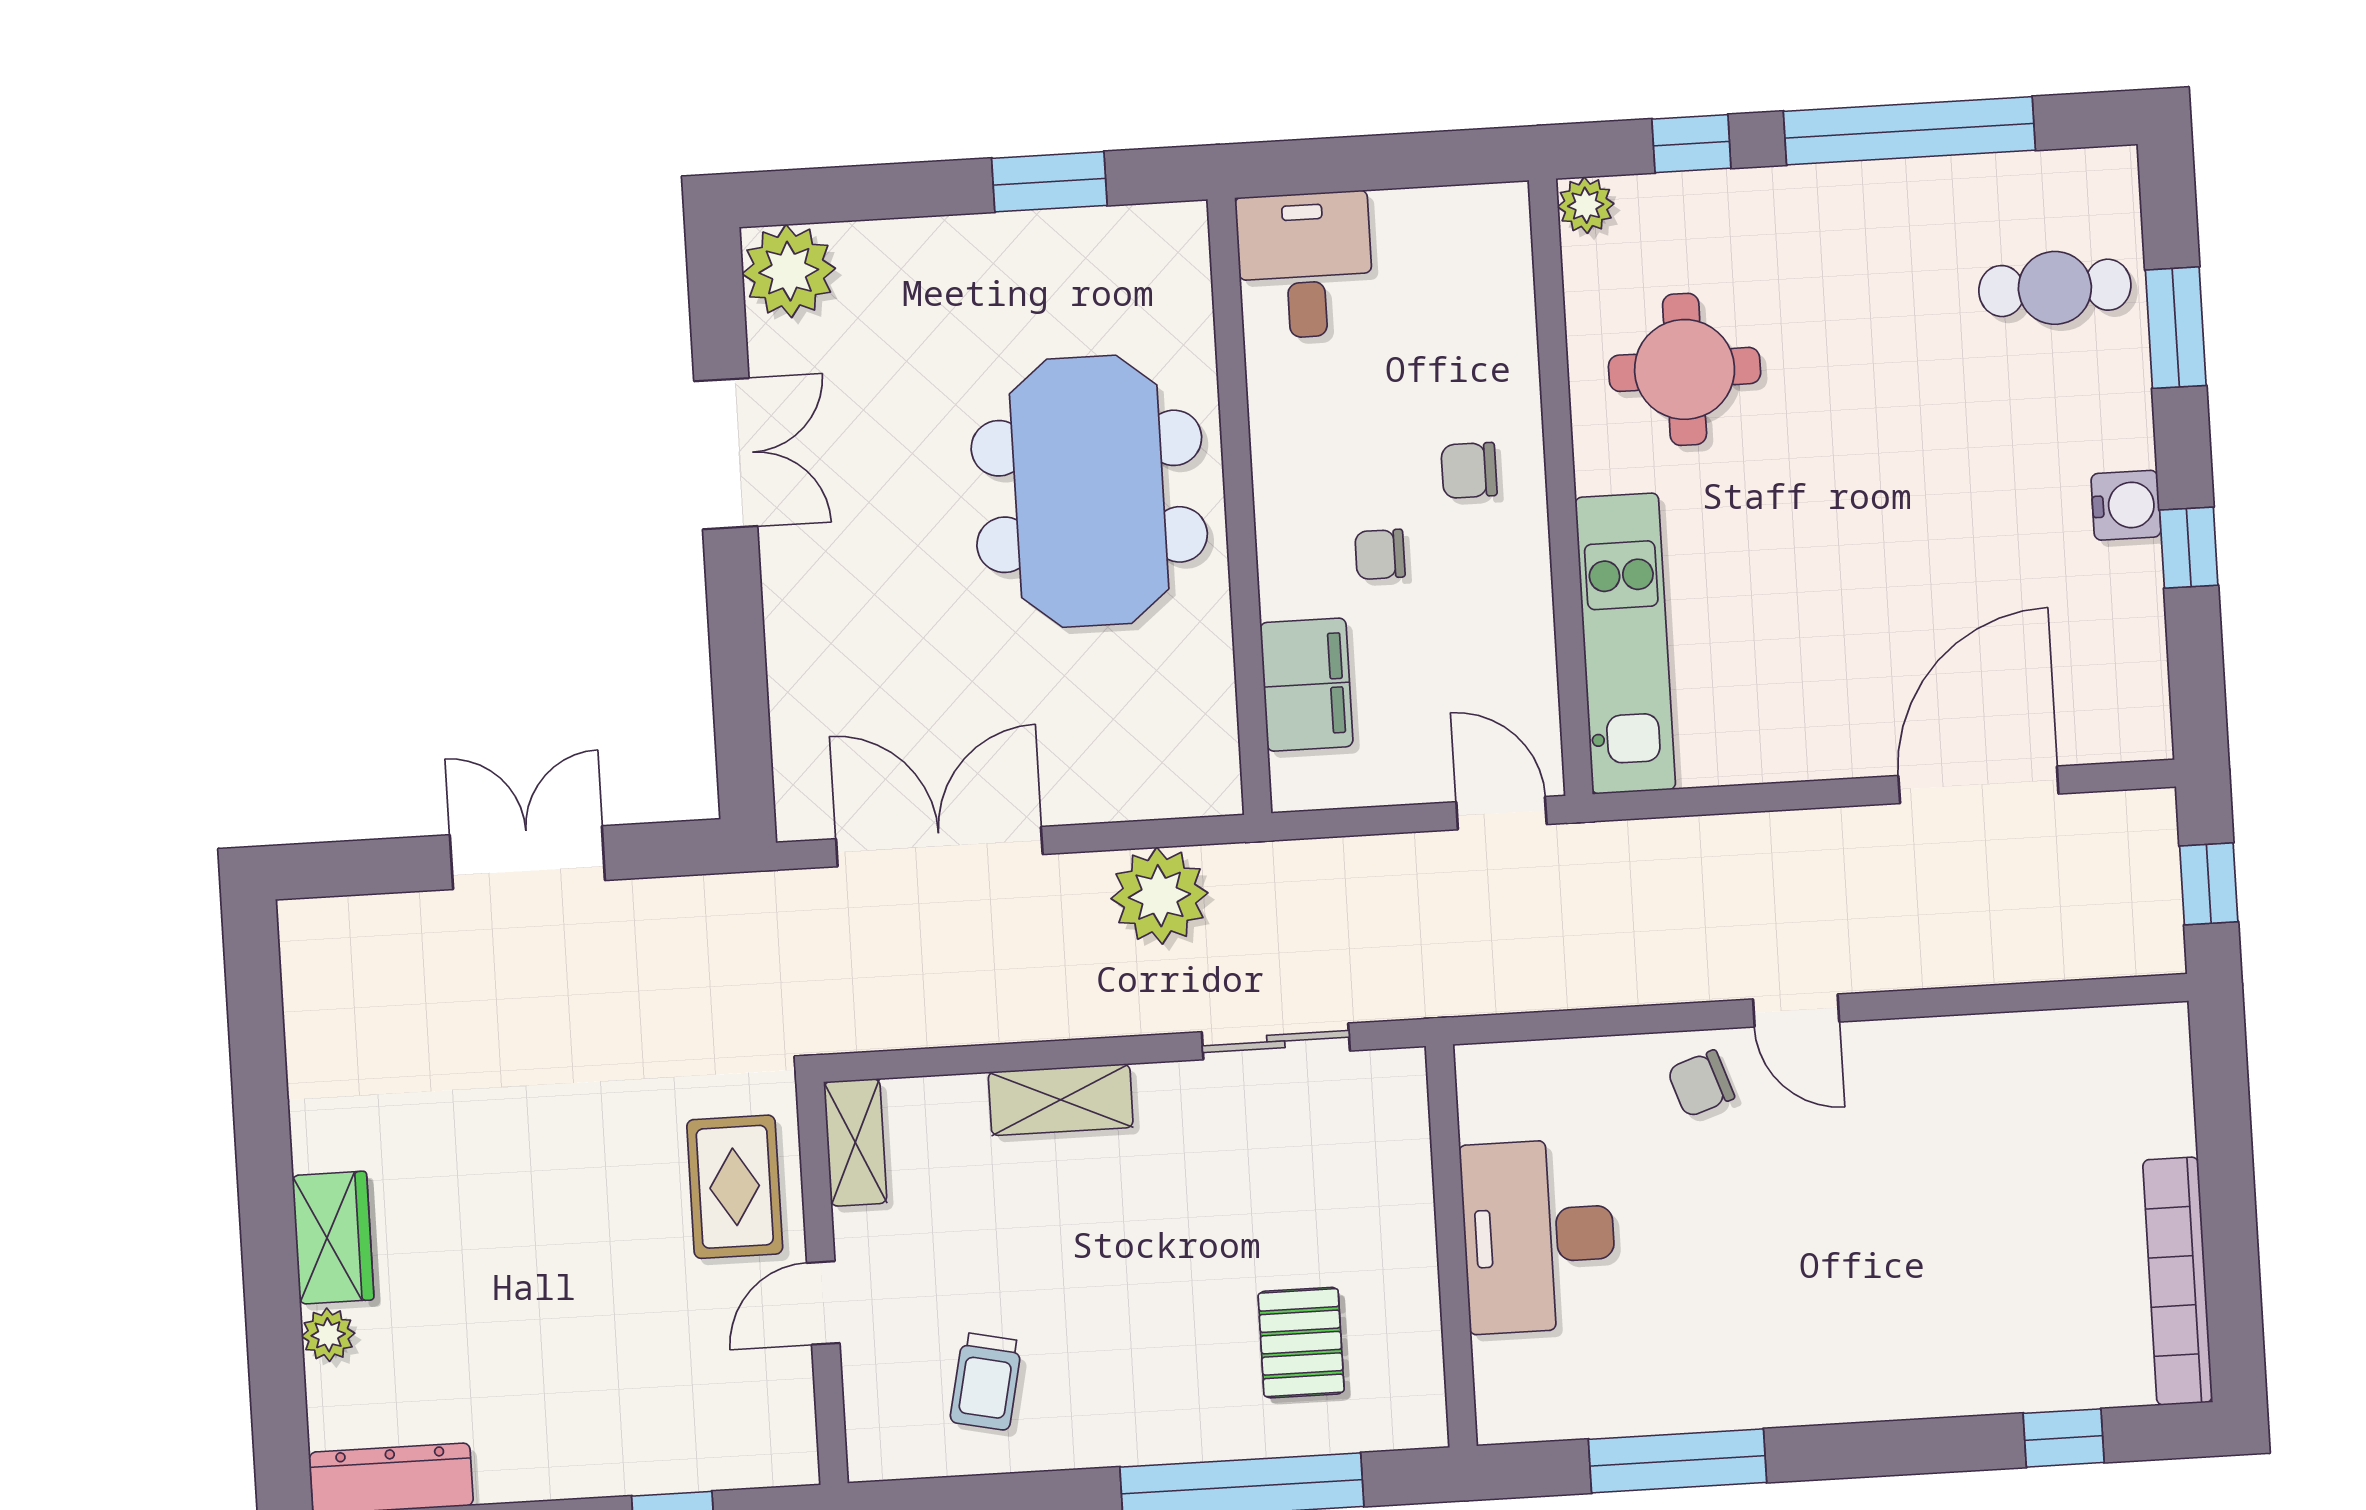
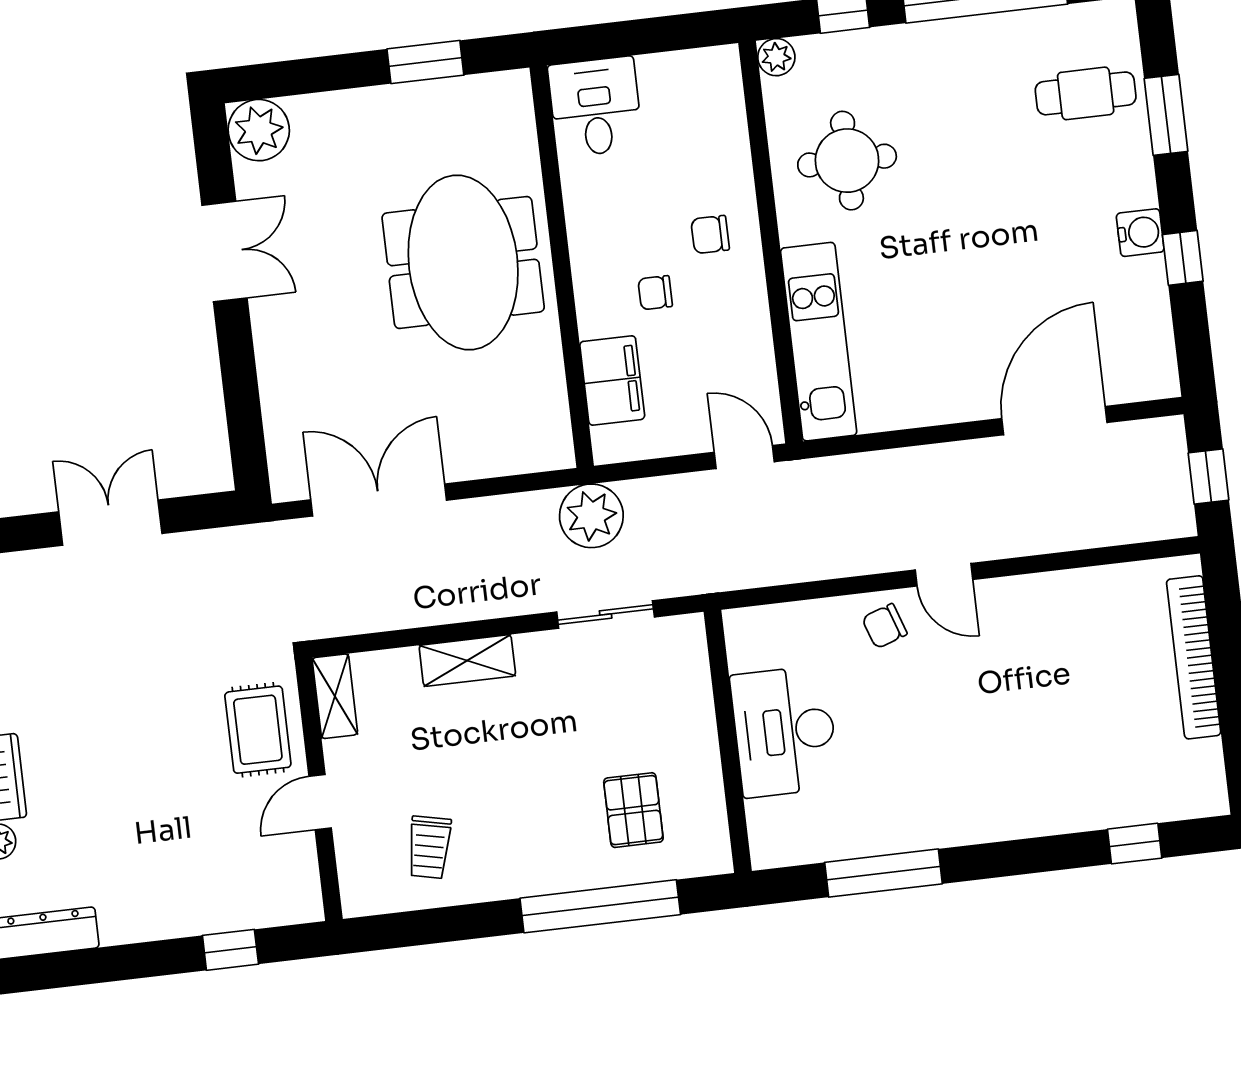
plant: (1159, 896) -> (591, 516), moved
bookcase: (2178, 1281) -> (1194, 657), moved

